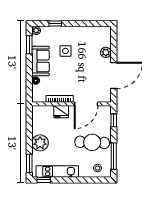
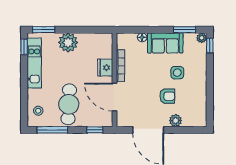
window: (55, 24) -> (210, 46), moved
armchair: (85, 59) -> (167, 96), added

